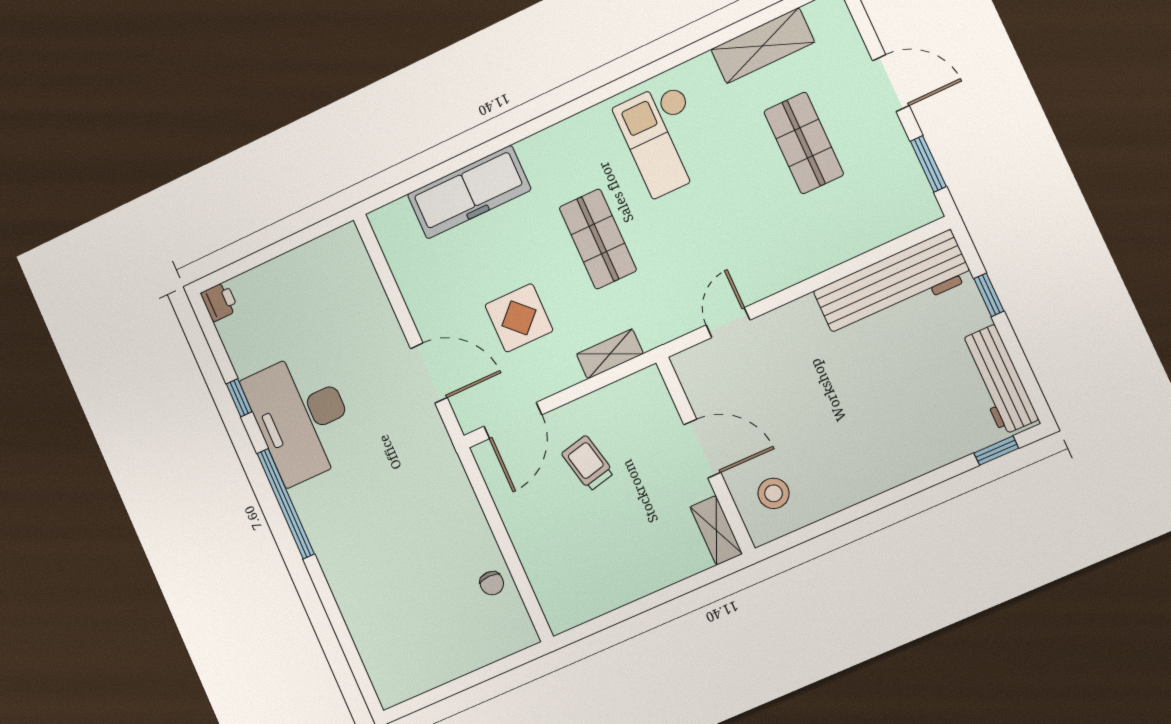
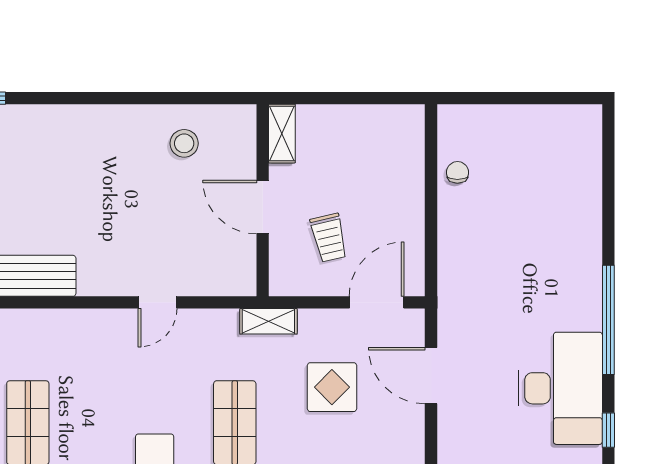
door: (702, 449) -> (263, 207), moved
wall: (705, 455) -> (263, 200), moved
shelving: (716, 530) -> (282, 134), moved

